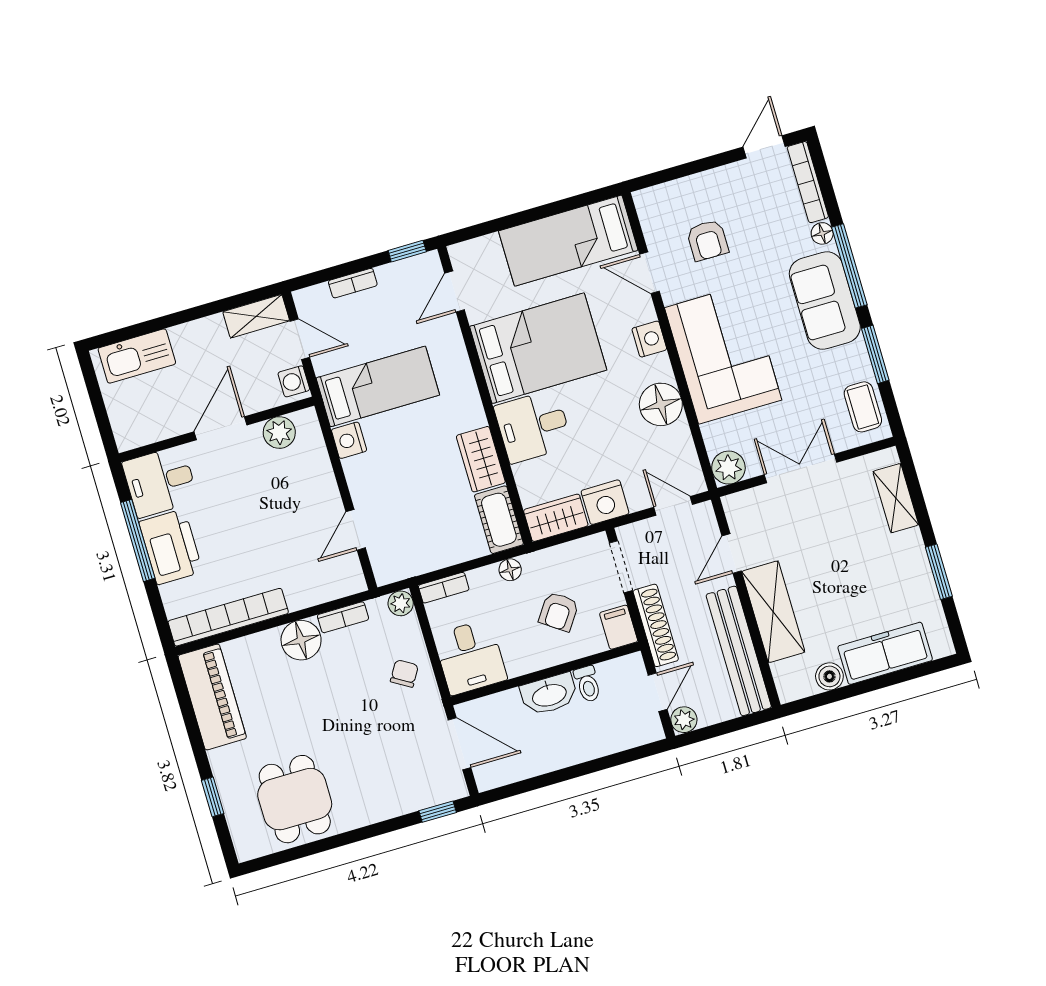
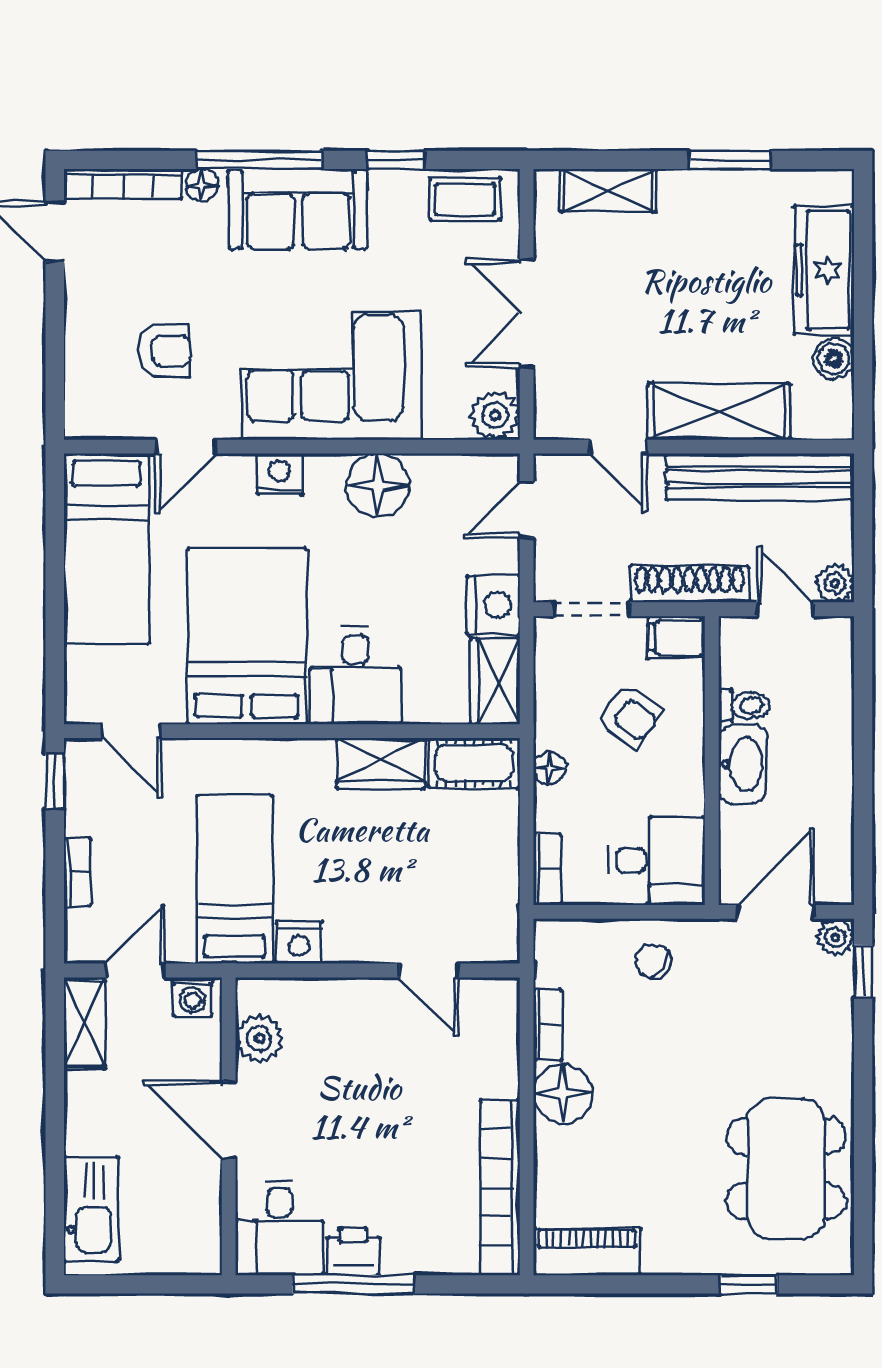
window: (875, 354) -> (395, 160), width x0.67
printer: (171, 547) -> (353, 1251), width x0.53, depth x0.68
plant: (401, 603) -> (835, 937), moved
piano: (212, 697) -> (587, 1251), width x0.73, depth x0.75
dining table: (295, 799) -> (786, 1169), width x1.38

